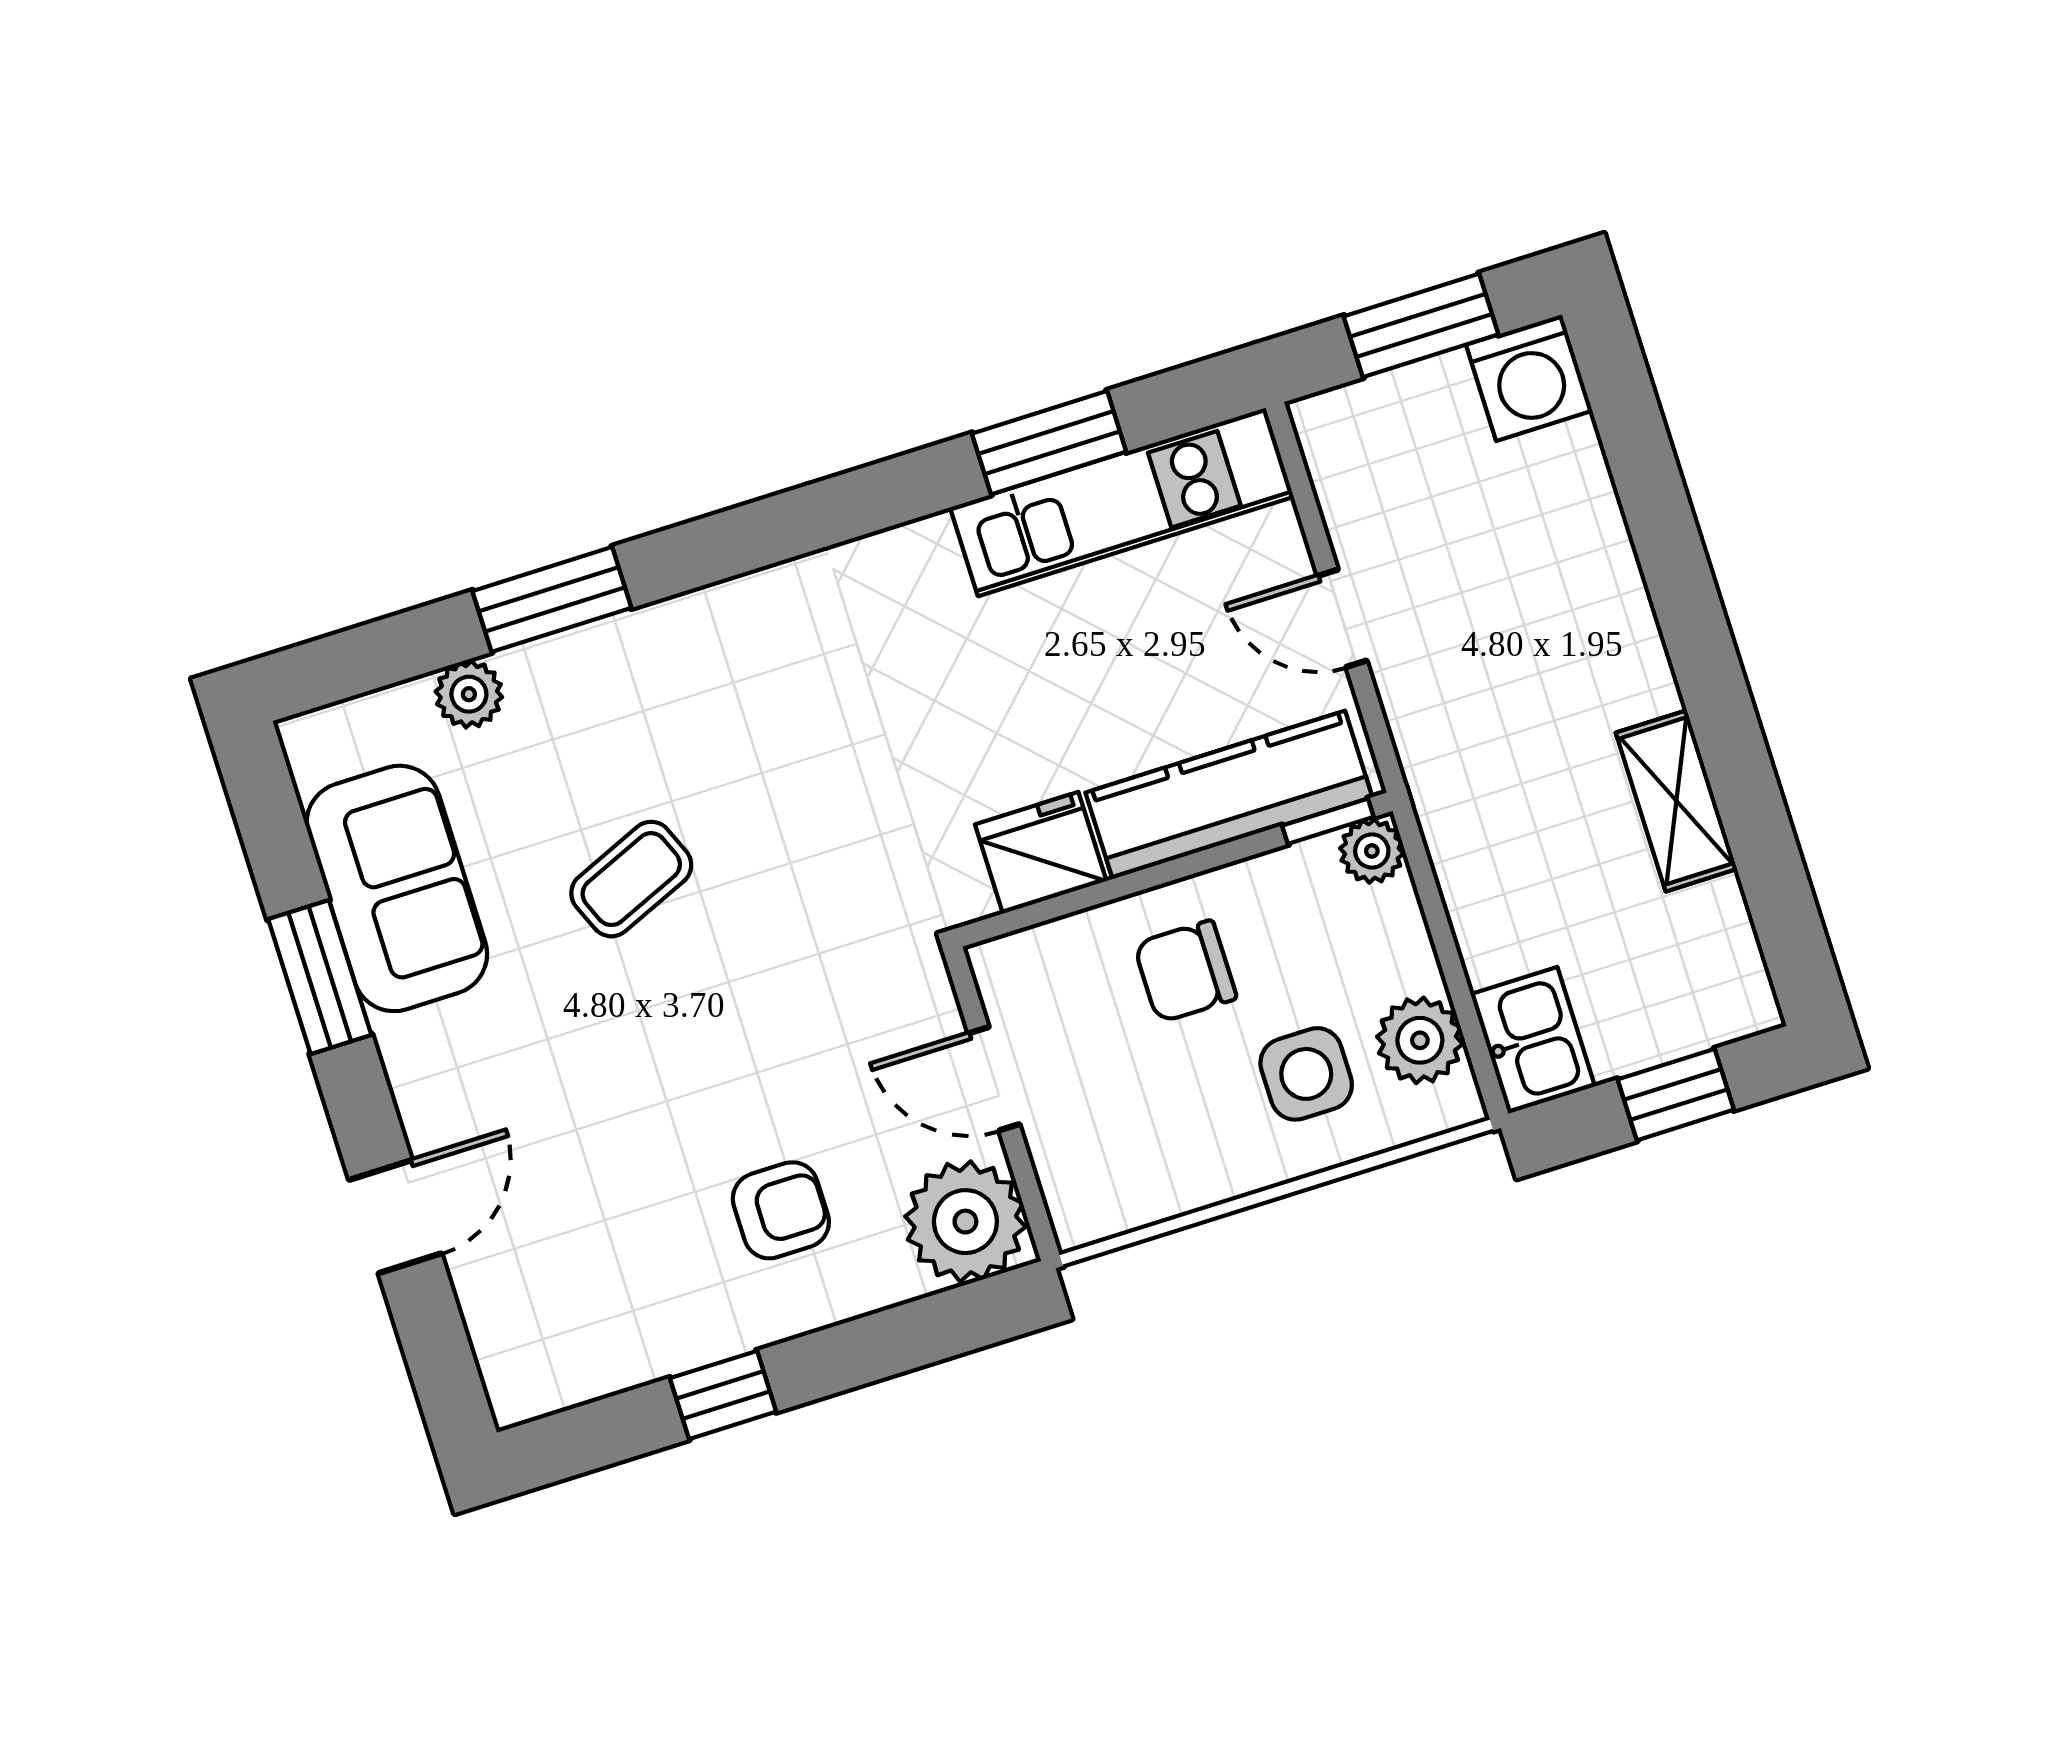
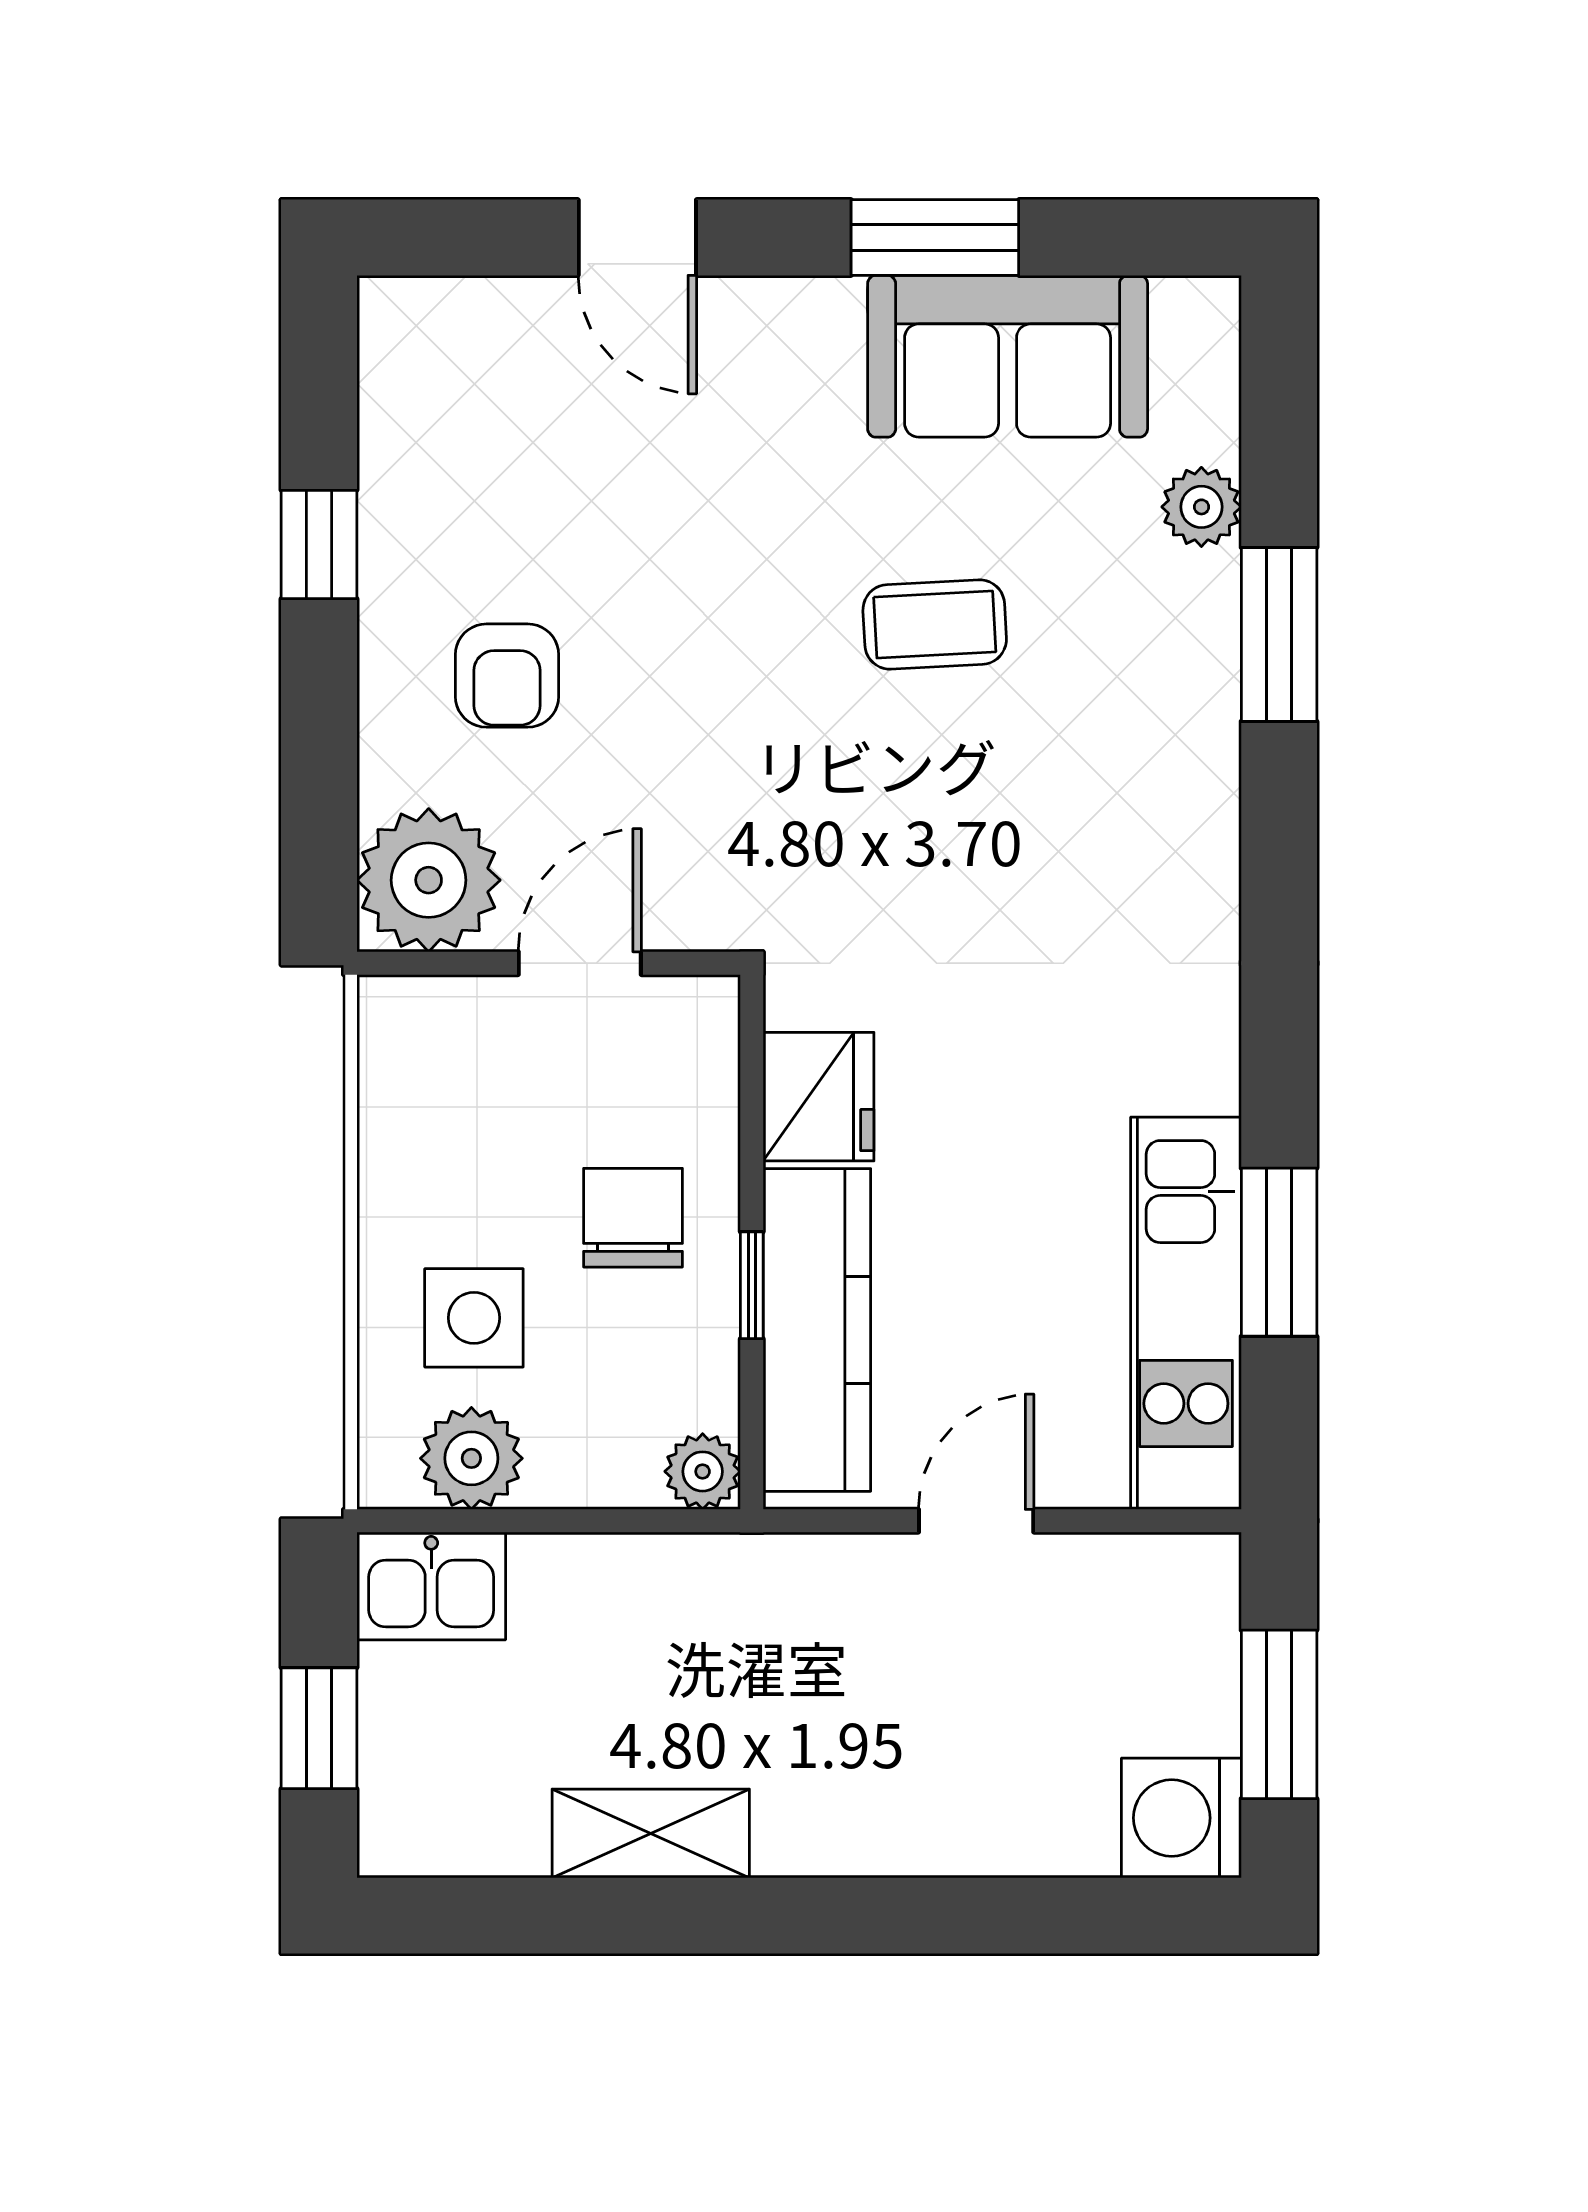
window: (1328, 821) -> (752, 1285), moved
coffee table: (631, 879) -> (935, 625), turned -70

